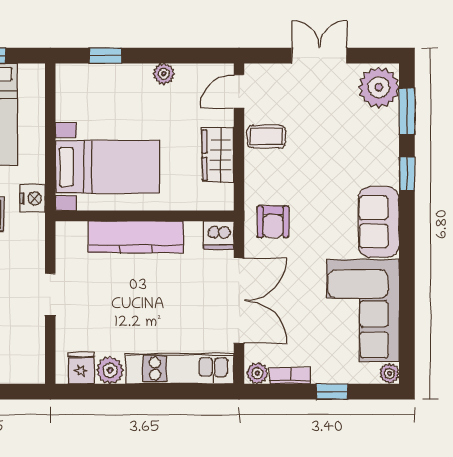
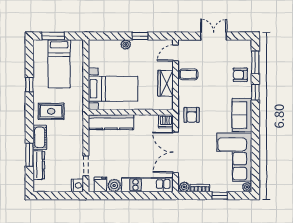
window: (105, 56) -> (140, 36), moved
plant: (164, 74) -> (126, 45), moved
plant: (379, 87) -> (242, 51), removed
armchair: (375, 137) -> (240, 75), added
nightstand: (33, 198) -> (77, 185), moved
kitchen counter: (136, 237) -> (111, 122), moved
doorway: (50, 294) -> (86, 166), moved
double door: (239, 301) -> (175, 152), swing flipped

